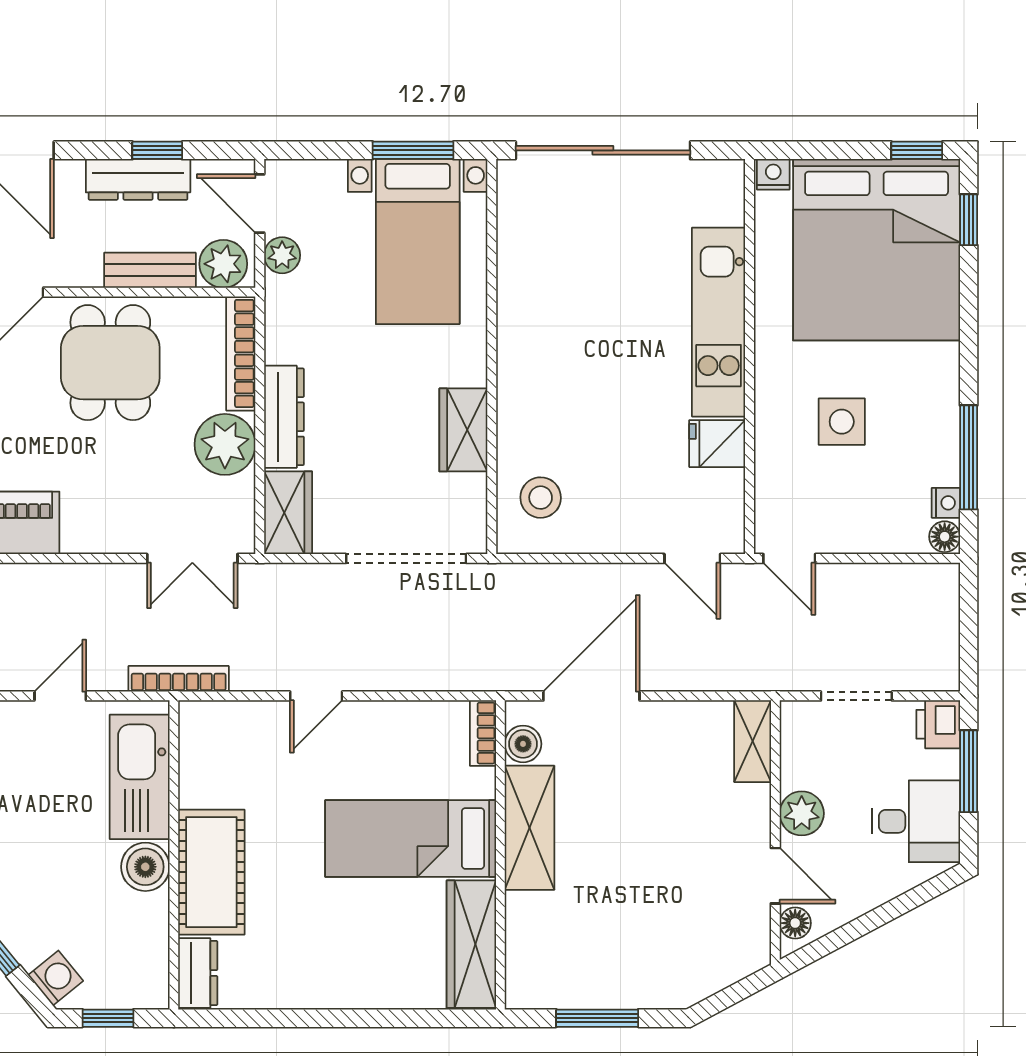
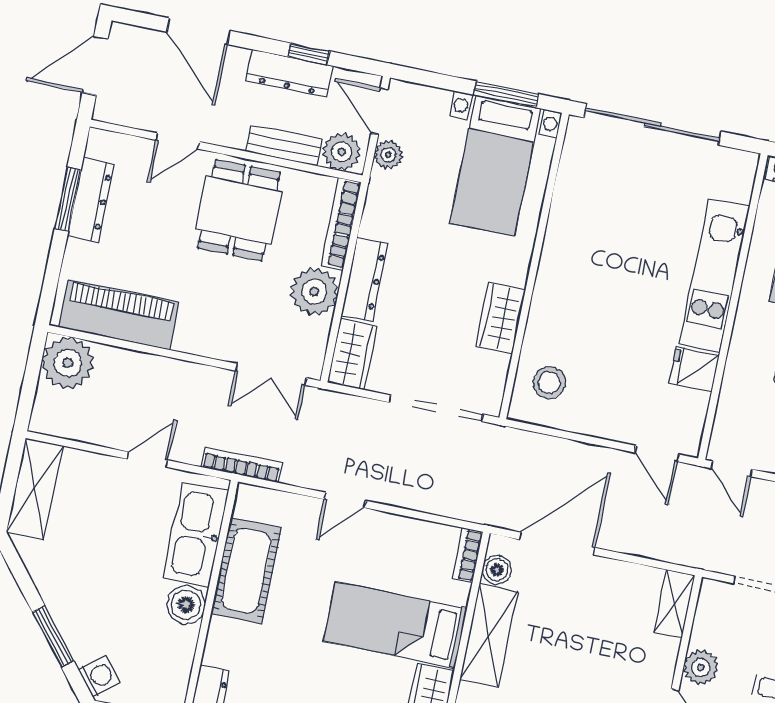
cot: (211, 872) -> (246, 571), moved

